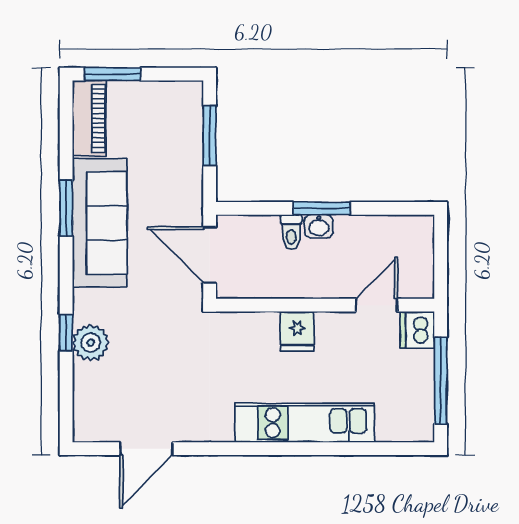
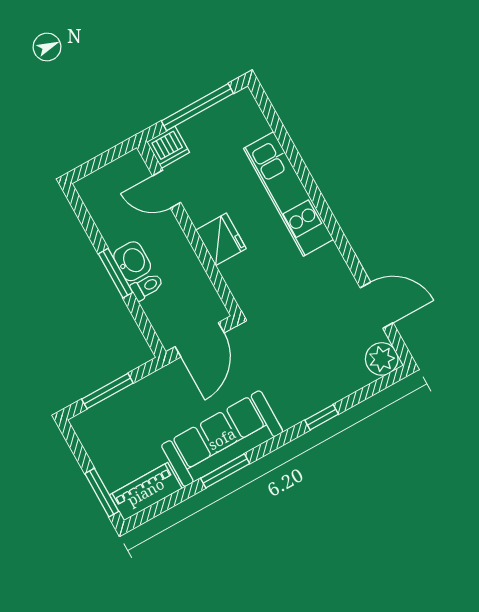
washbasin: (319, 226) -> (132, 261), width x1.38, depth x1.45
fridge: (297, 331) -> (221, 239), width x1.38
plant: (91, 343) -> (382, 359), moved

